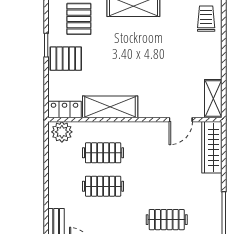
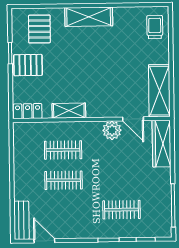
shelving: (213, 99) -> (159, 91), width x1.50, depth x1.33
shelving: (110, 107) -> (69, 111), width x0.67, depth x0.75
door: (181, 120) -> (133, 119), hinge flipped
plant: (62, 132) -> (112, 130), moved

